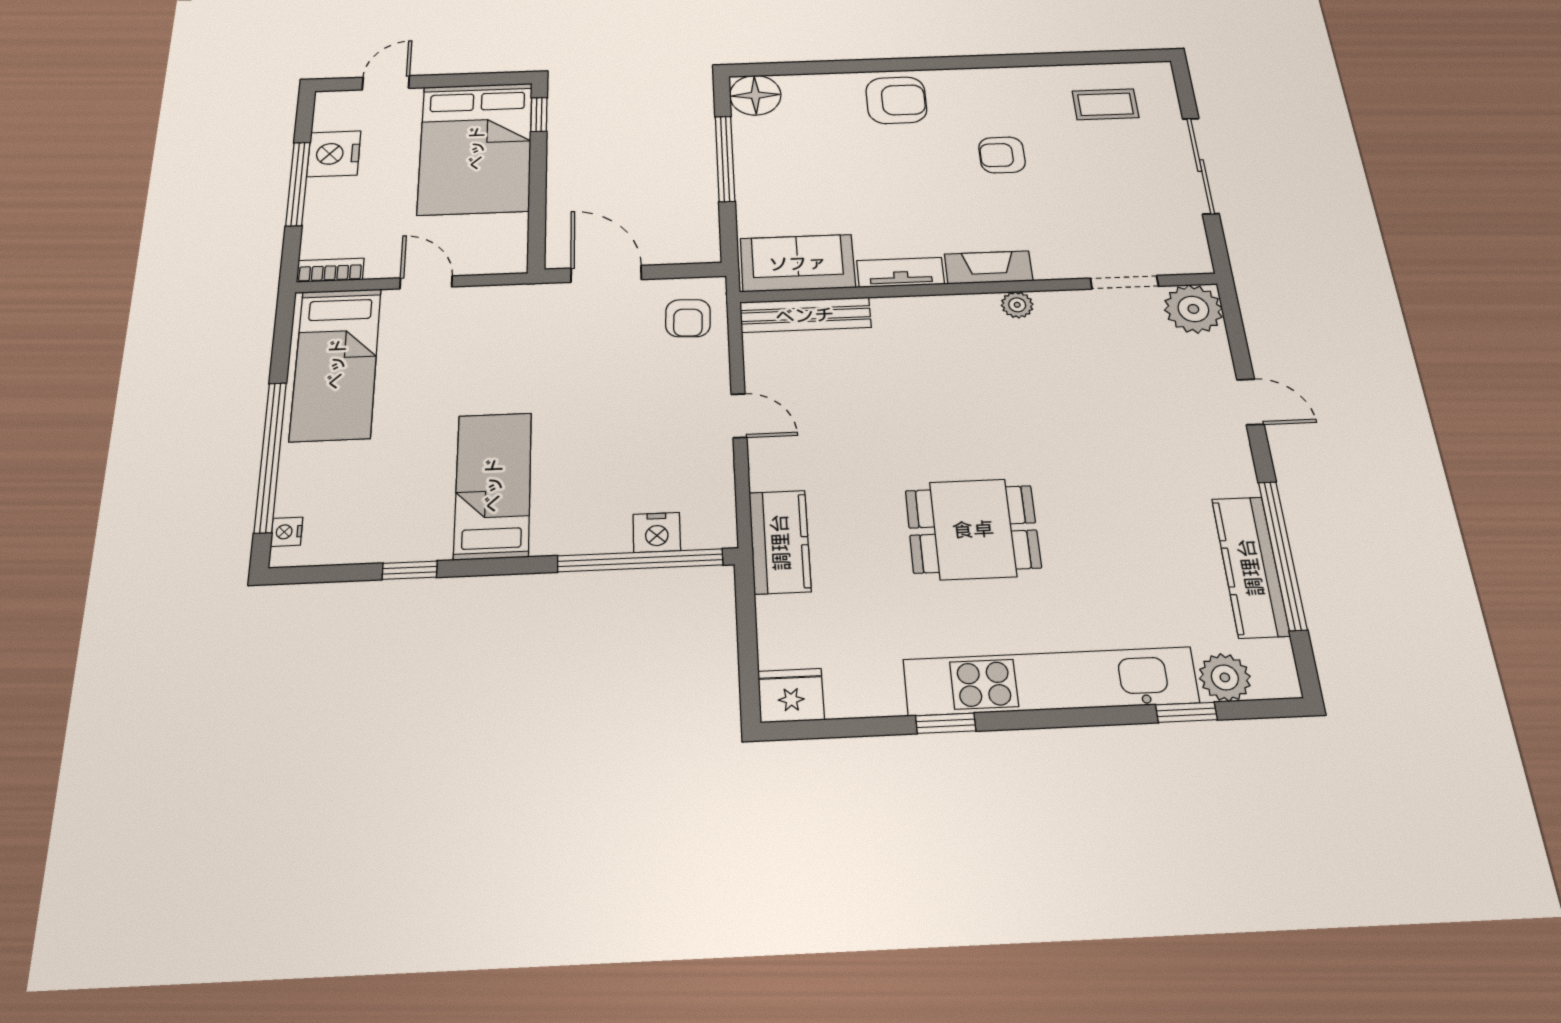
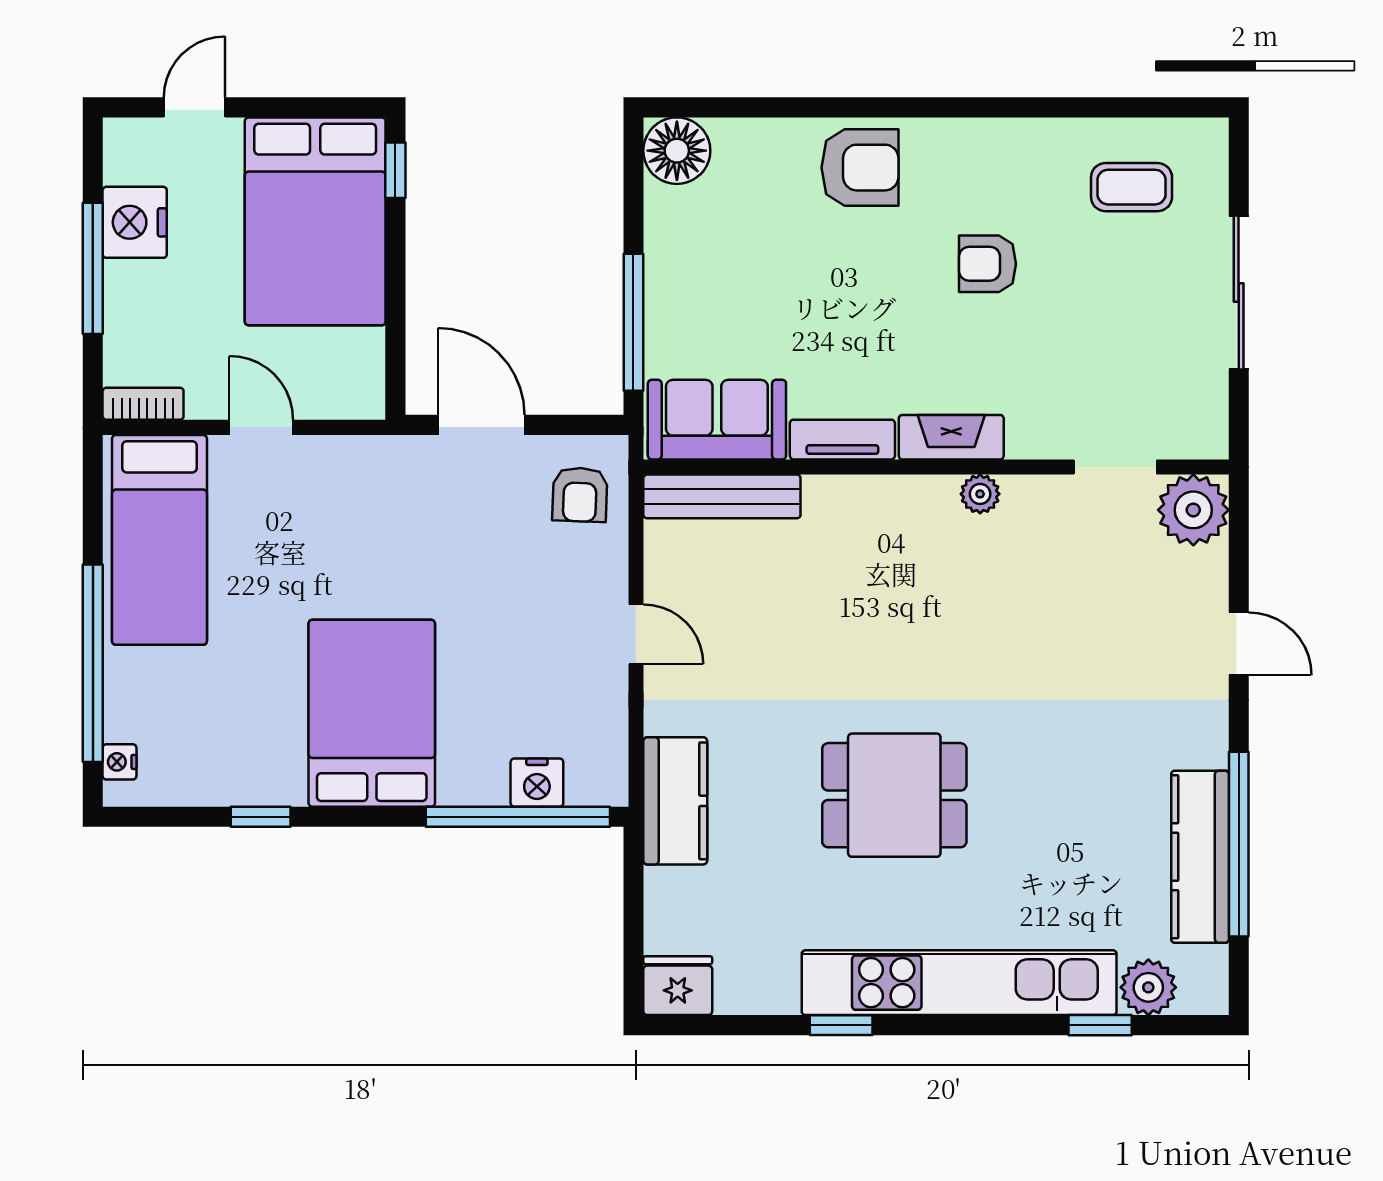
window: (725, 159) -> (633, 322), moved
bed: (493, 485) -> (372, 713), width x1.50

